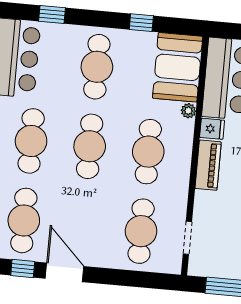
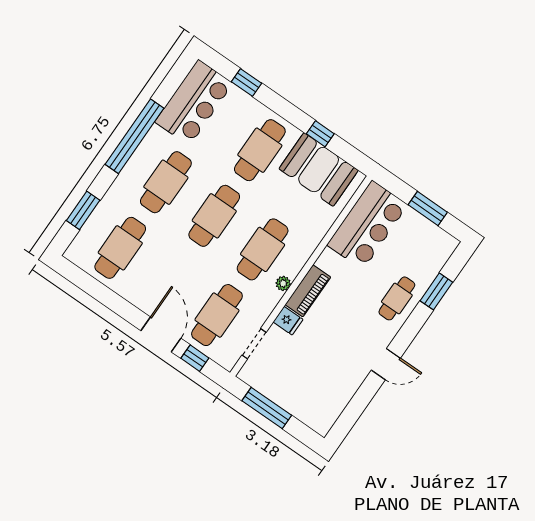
booth: (178, 67) -> (319, 170), moved, turned 90
plant: (188, 111) -> (283, 283), moved
fridge: (212, 129) -> (288, 321), moved
window: (23, 269) -> (195, 358), moved
door: (65, 272) -> (161, 334), moved

